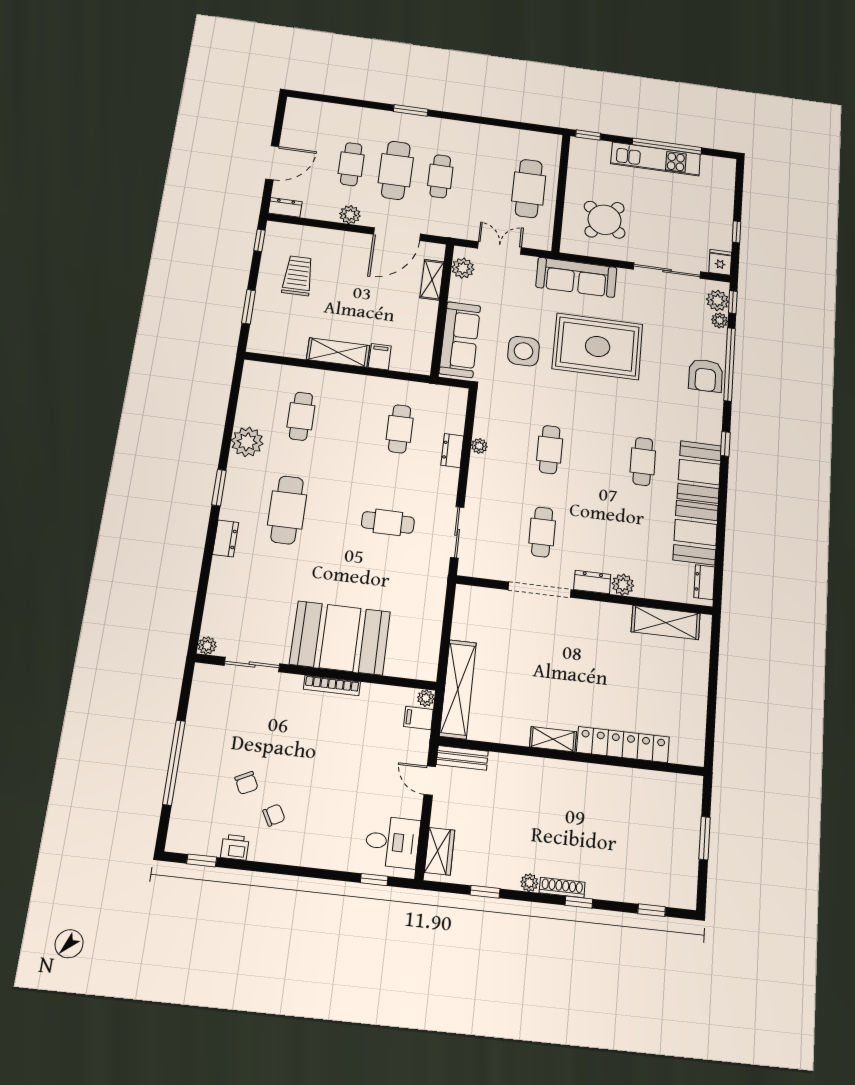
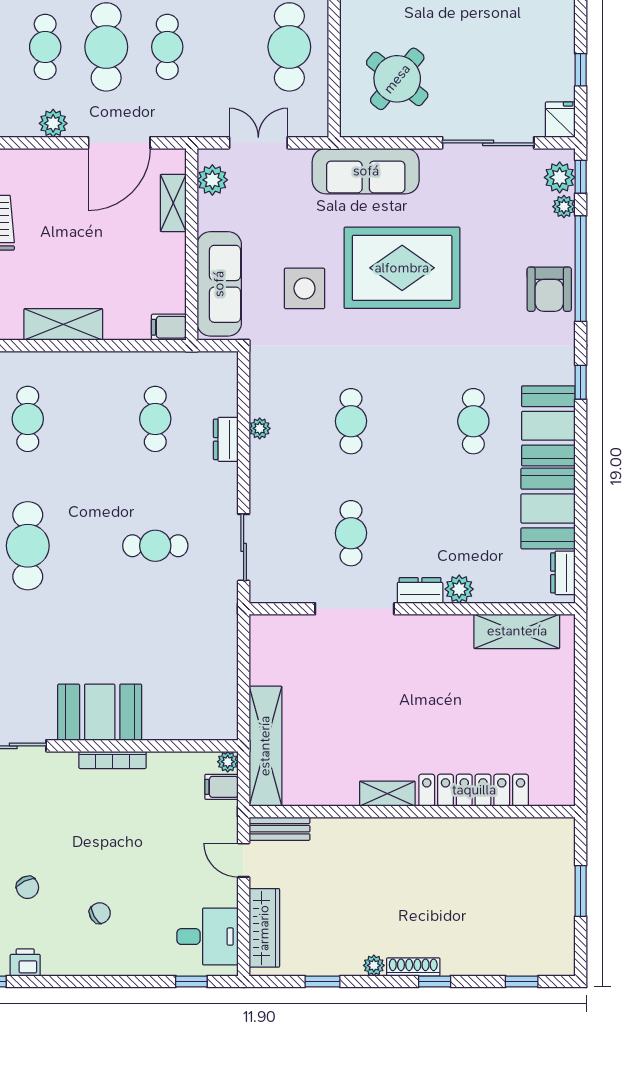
filing cabinet: (380, 357) -> (169, 327), moved, turned -90
booth: (340, 638) -> (100, 712), width x0.73, depth x0.70
chair: (274, 815) -> (100, 913), moved
wardrobe: (440, 851) -> (264, 928), width x1.50

